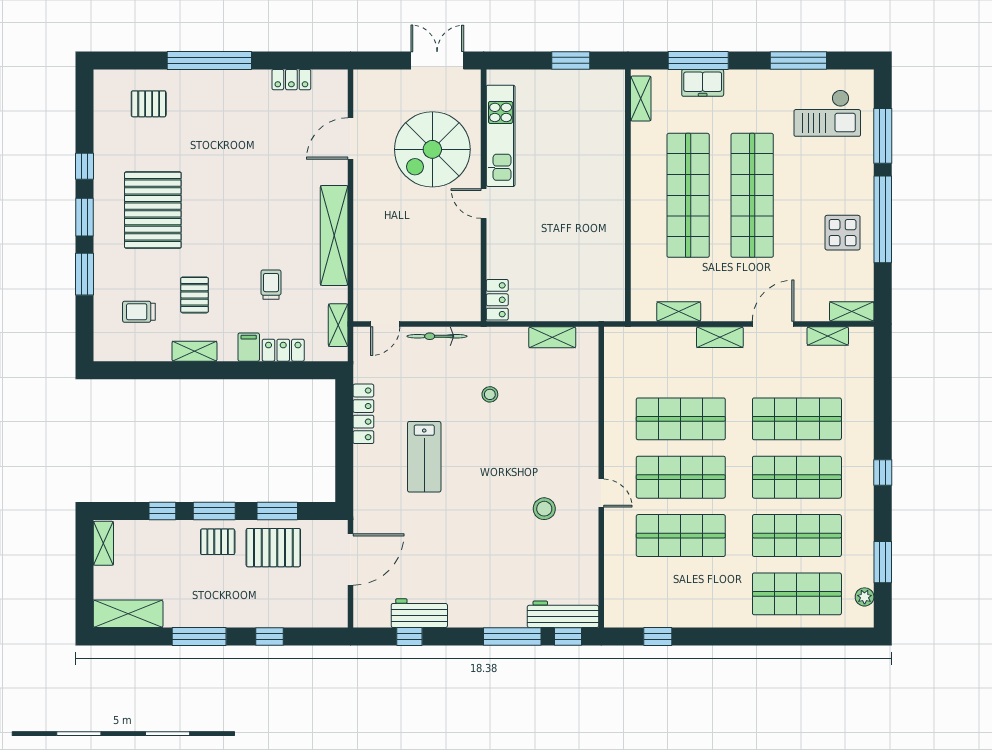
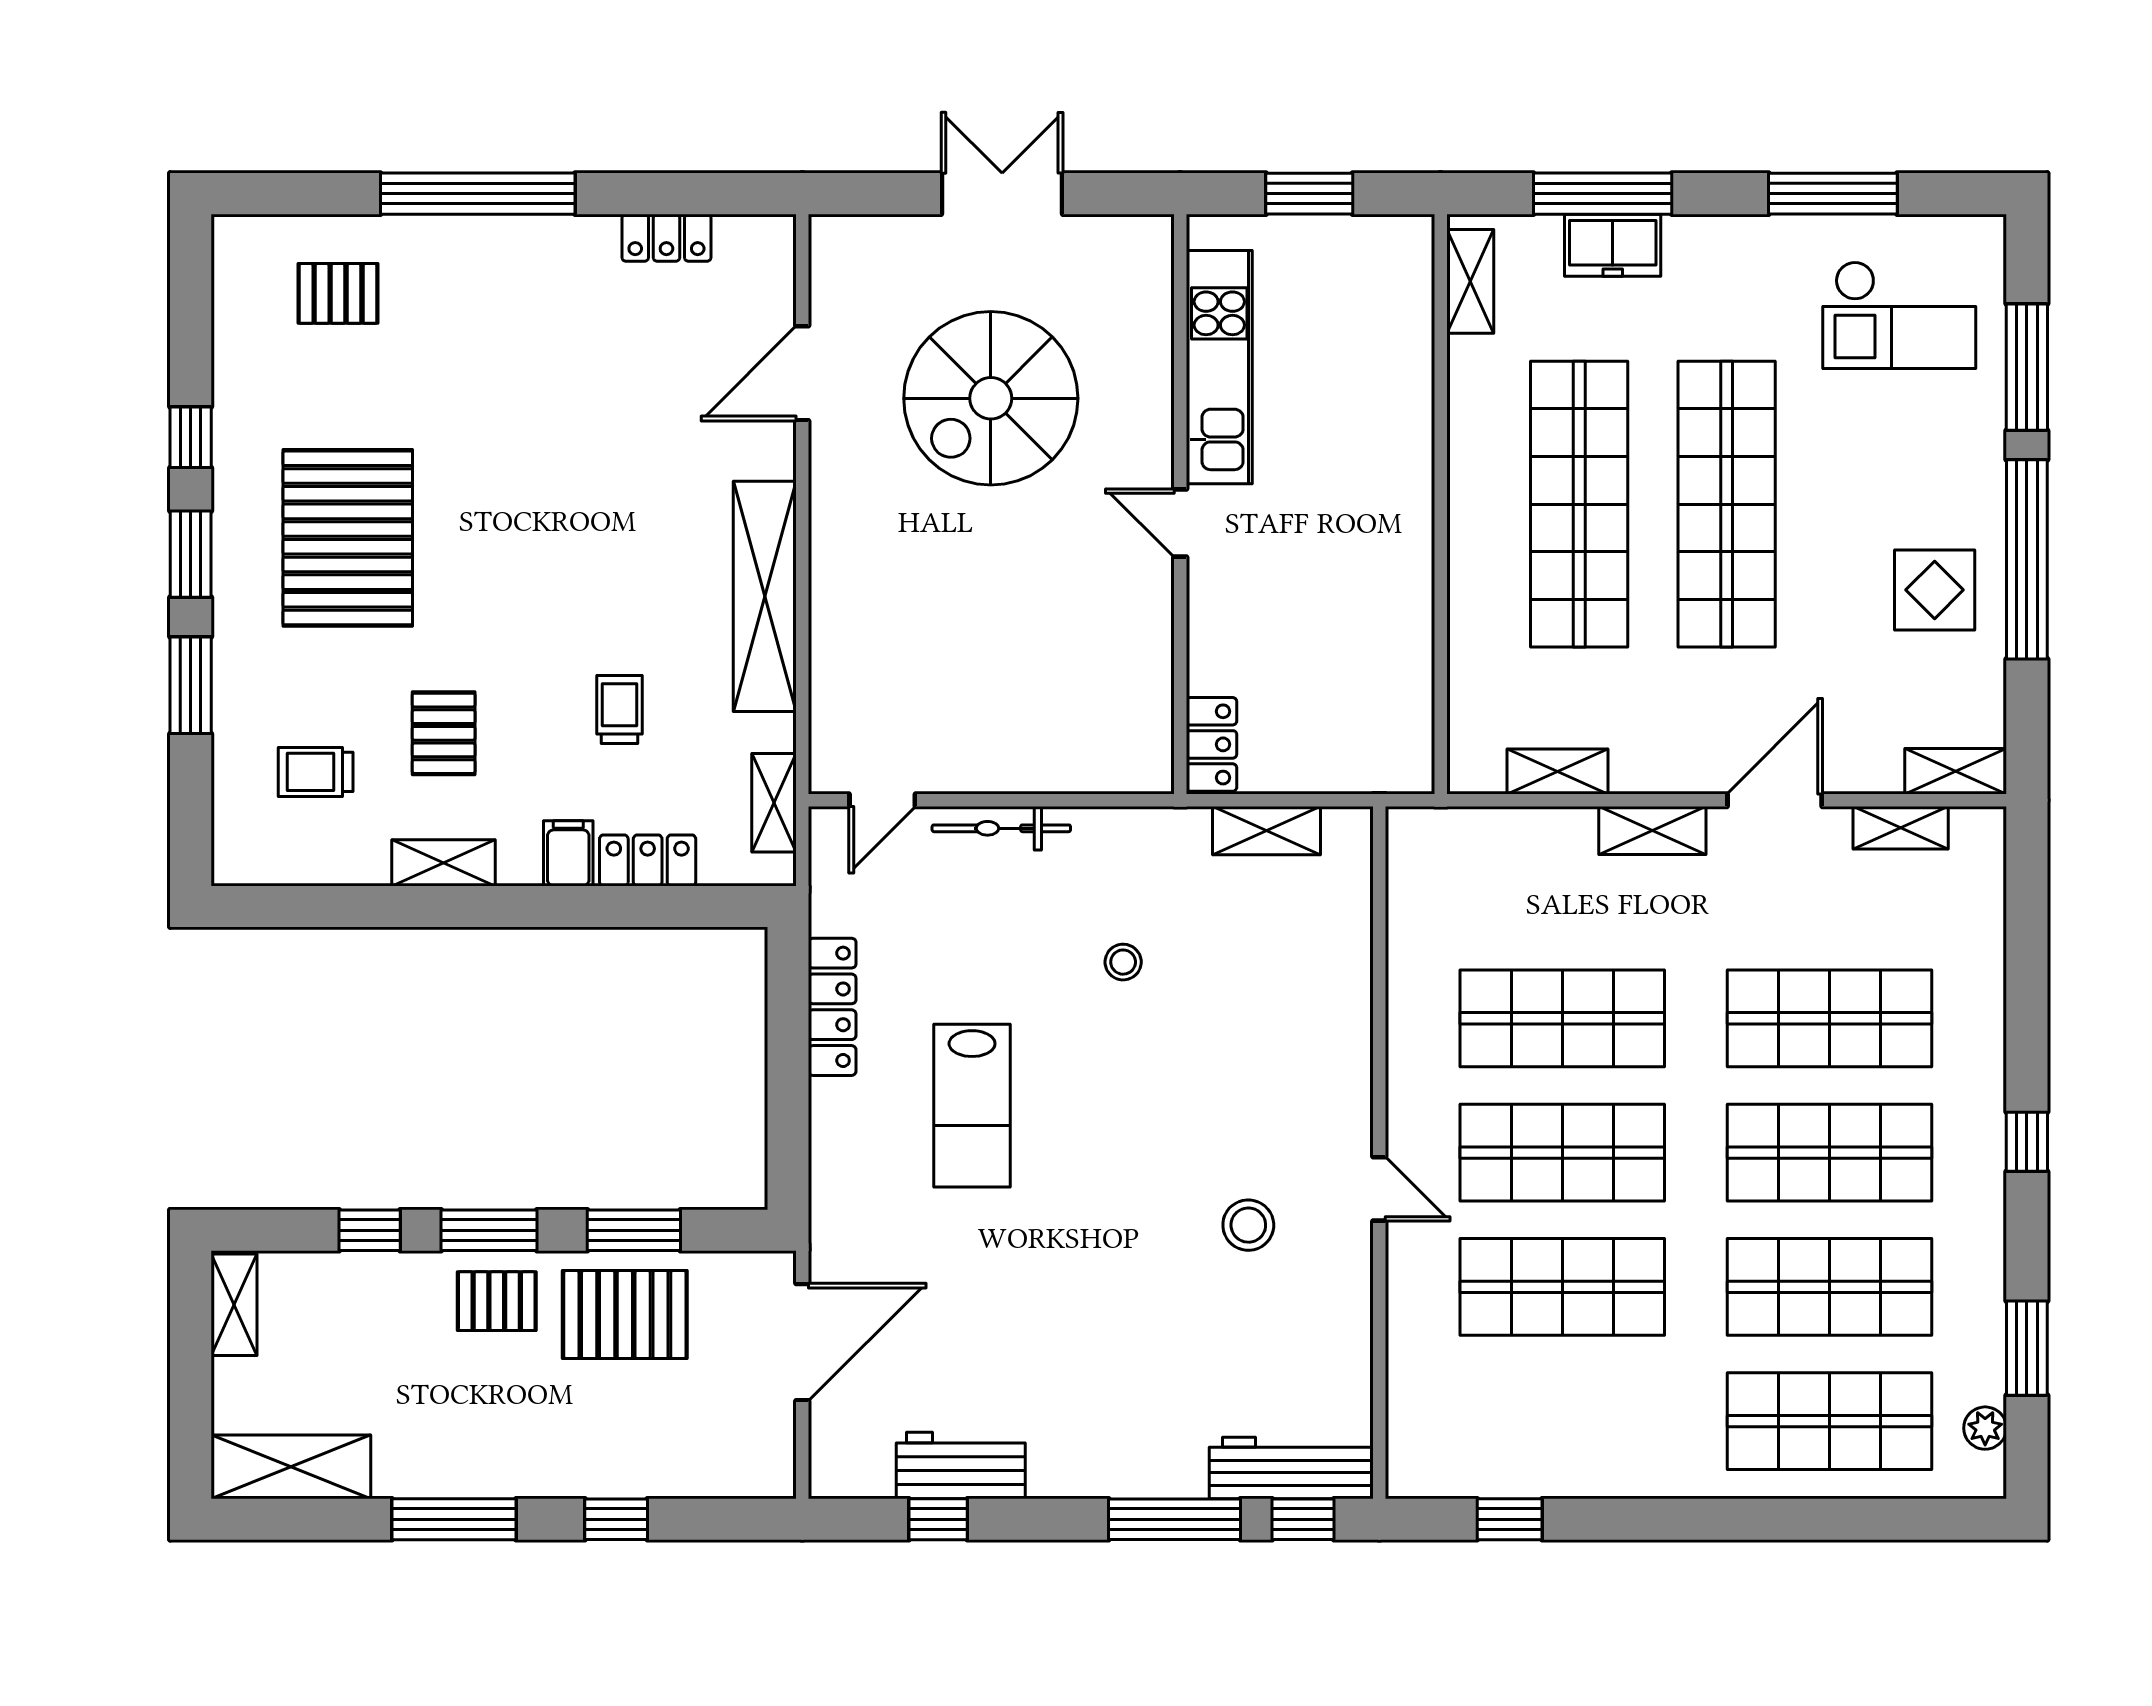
kitchen unit: (501, 136) -> (1219, 367), moved
wall: (484, 195) -> (1180, 504), moved
door: (484, 204) -> (1180, 523), moved
locker: (497, 300) -> (1211, 744), moved

